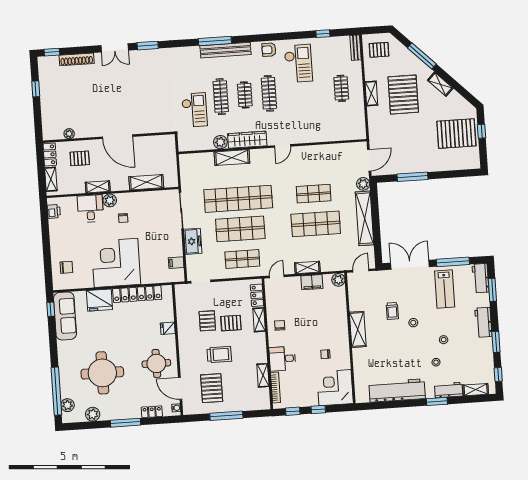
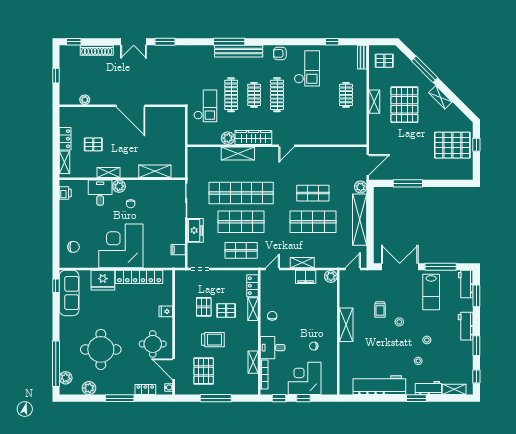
plant: (69, 134) -> (85, 100), moved
wall: (109, 137) -> (122, 106), moved
door: (118, 137) -> (131, 106), moved
corner desk: (335, 388) -> (305, 378), moved

